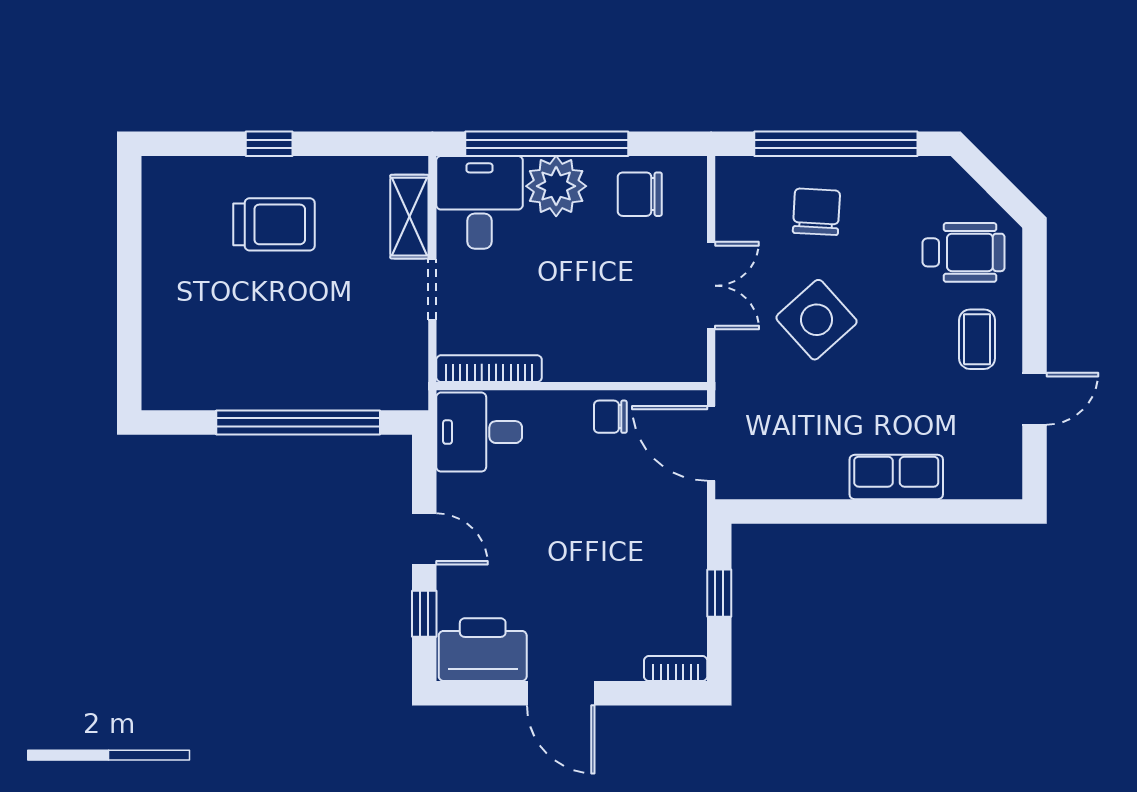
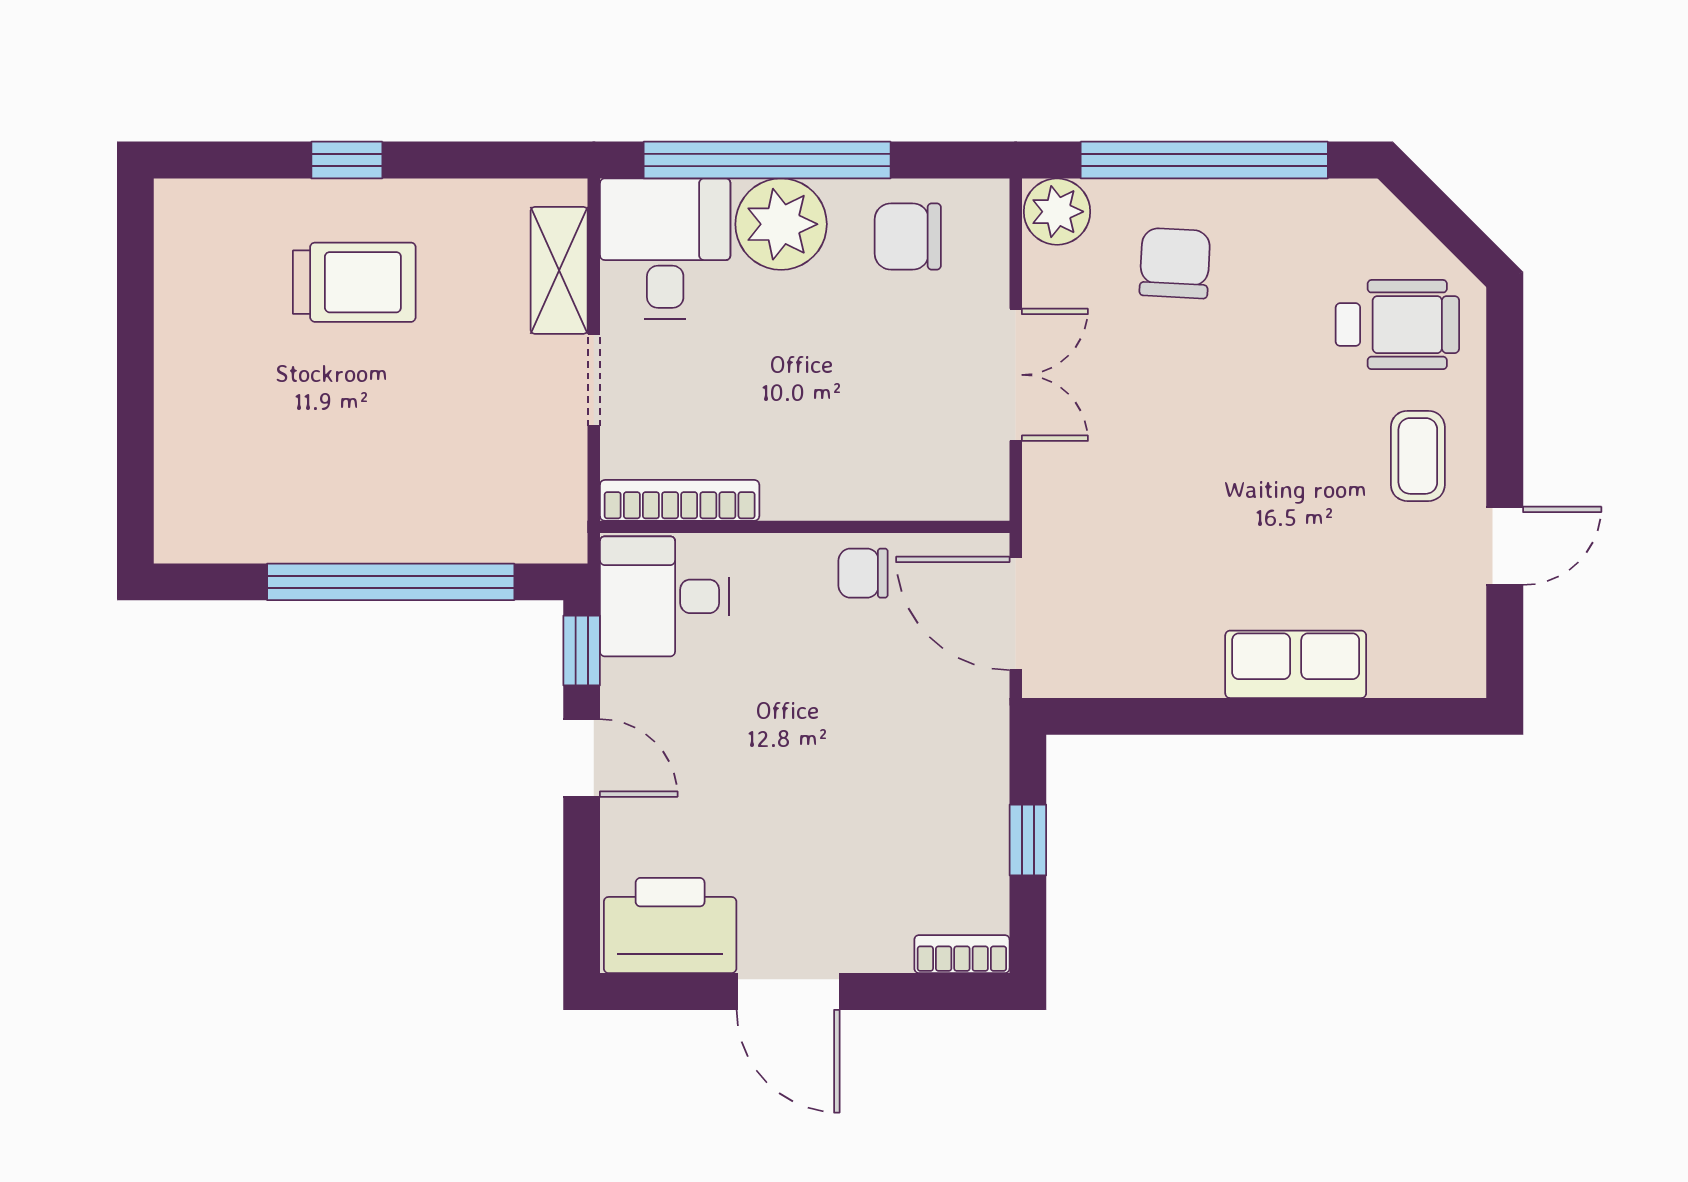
plant: (738, 178) -> (1057, 212), added
side table: (817, 320) -> (1175, 426), removed
window: (424, 614) -> (582, 651), moved

